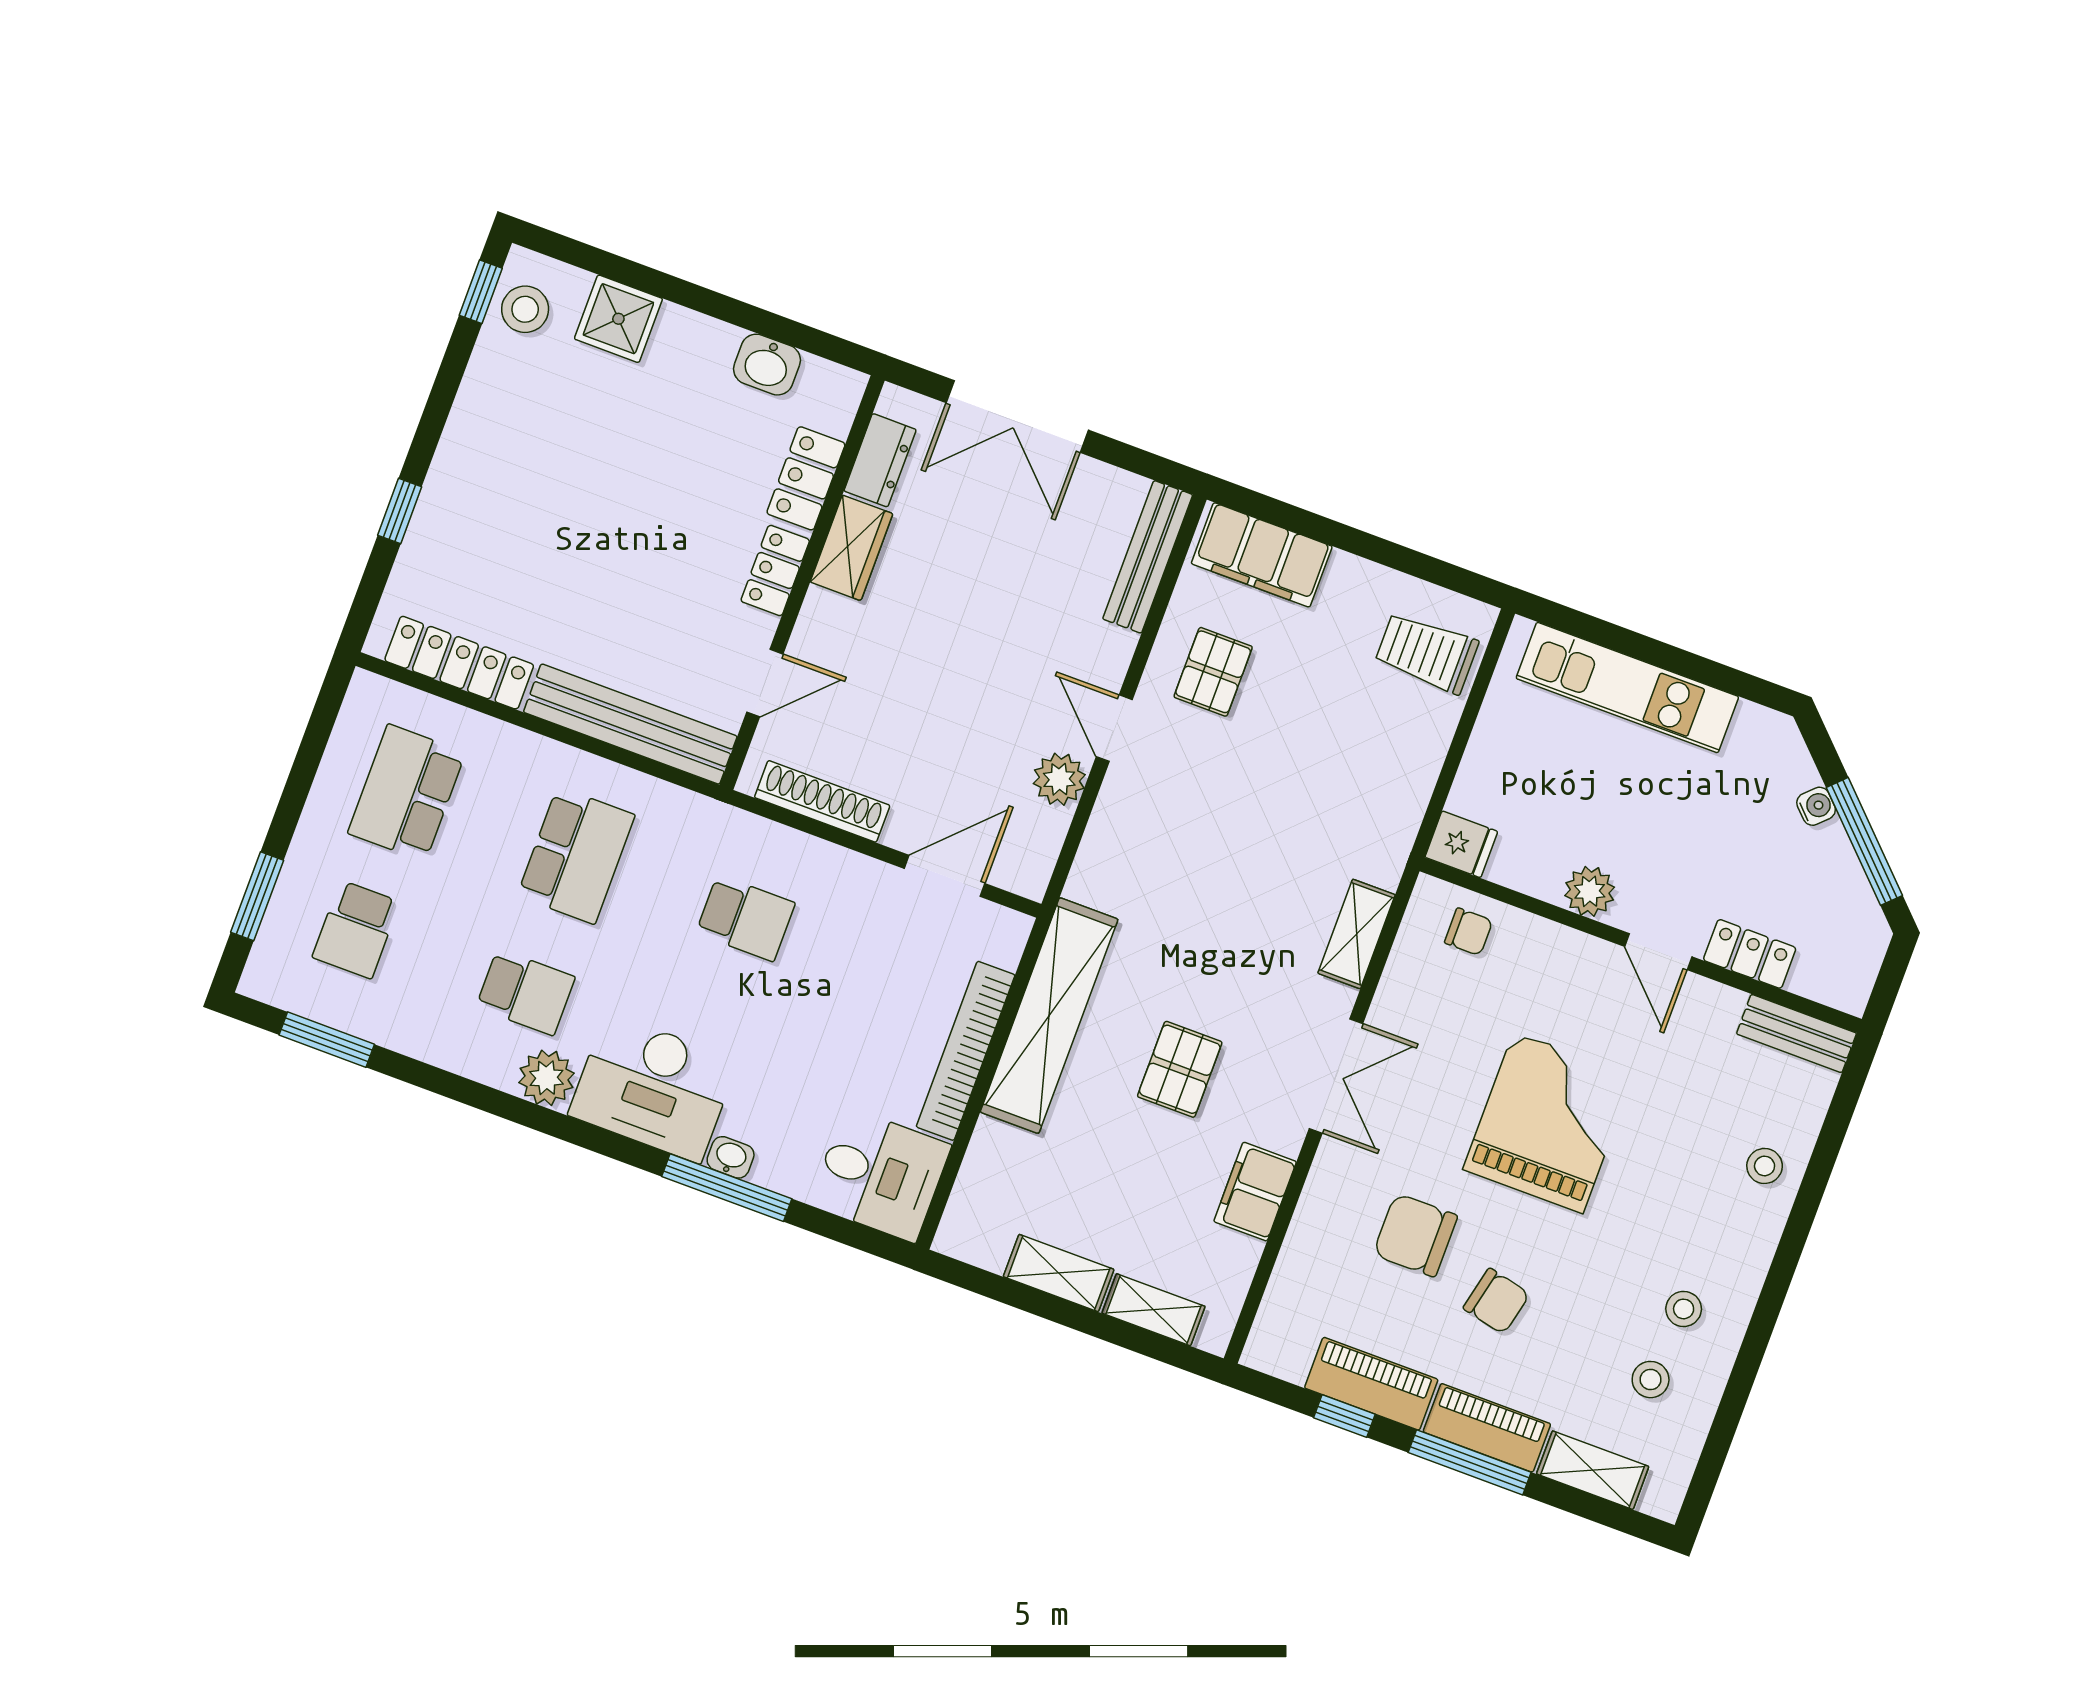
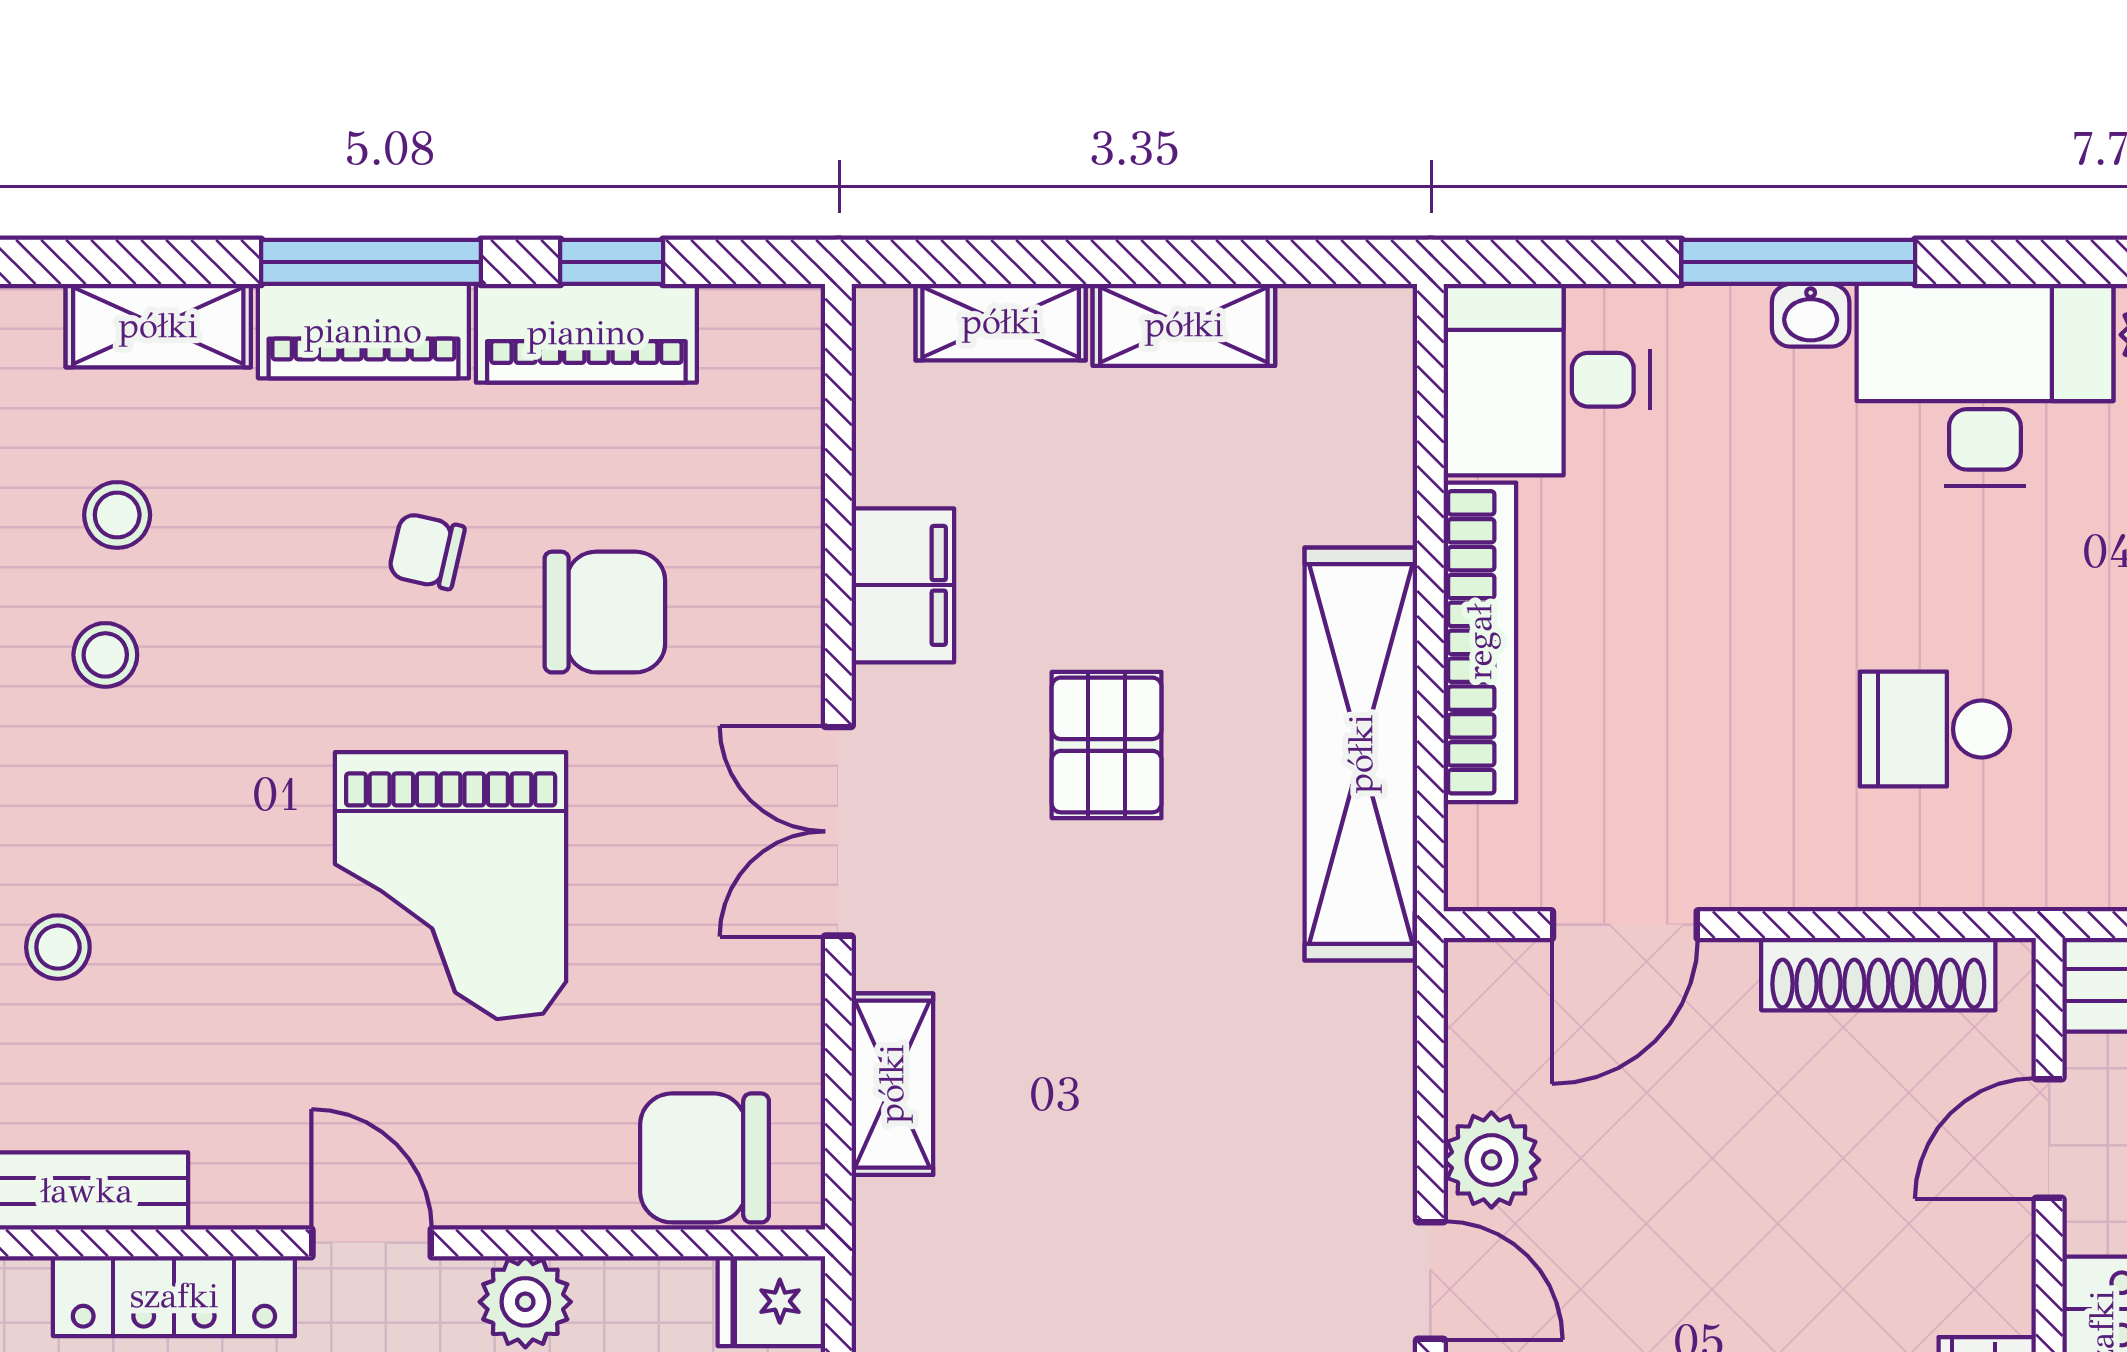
chair: (1469, 932) -> (704, 1158), width x1.87, depth x1.87
locker: (1750, 954) -> (174, 1296), width x1.53
chair: (1496, 1301) -> (427, 551), width x0.73, depth x0.73

